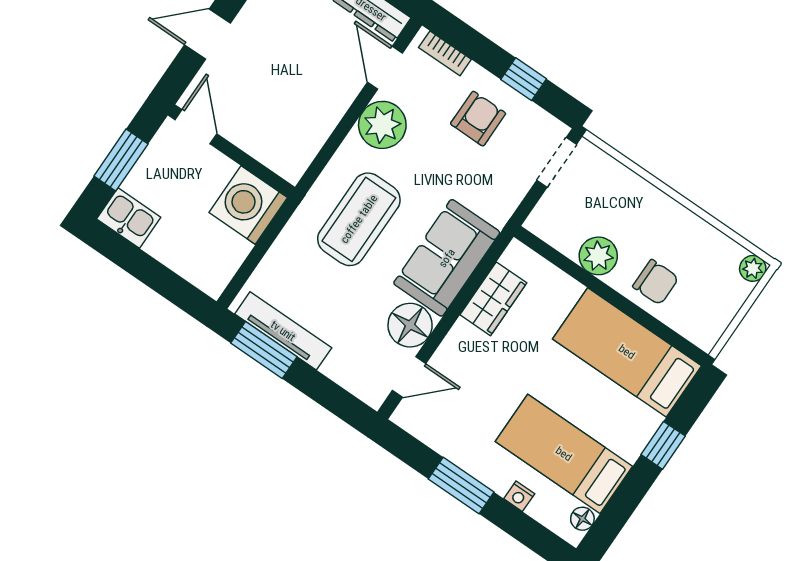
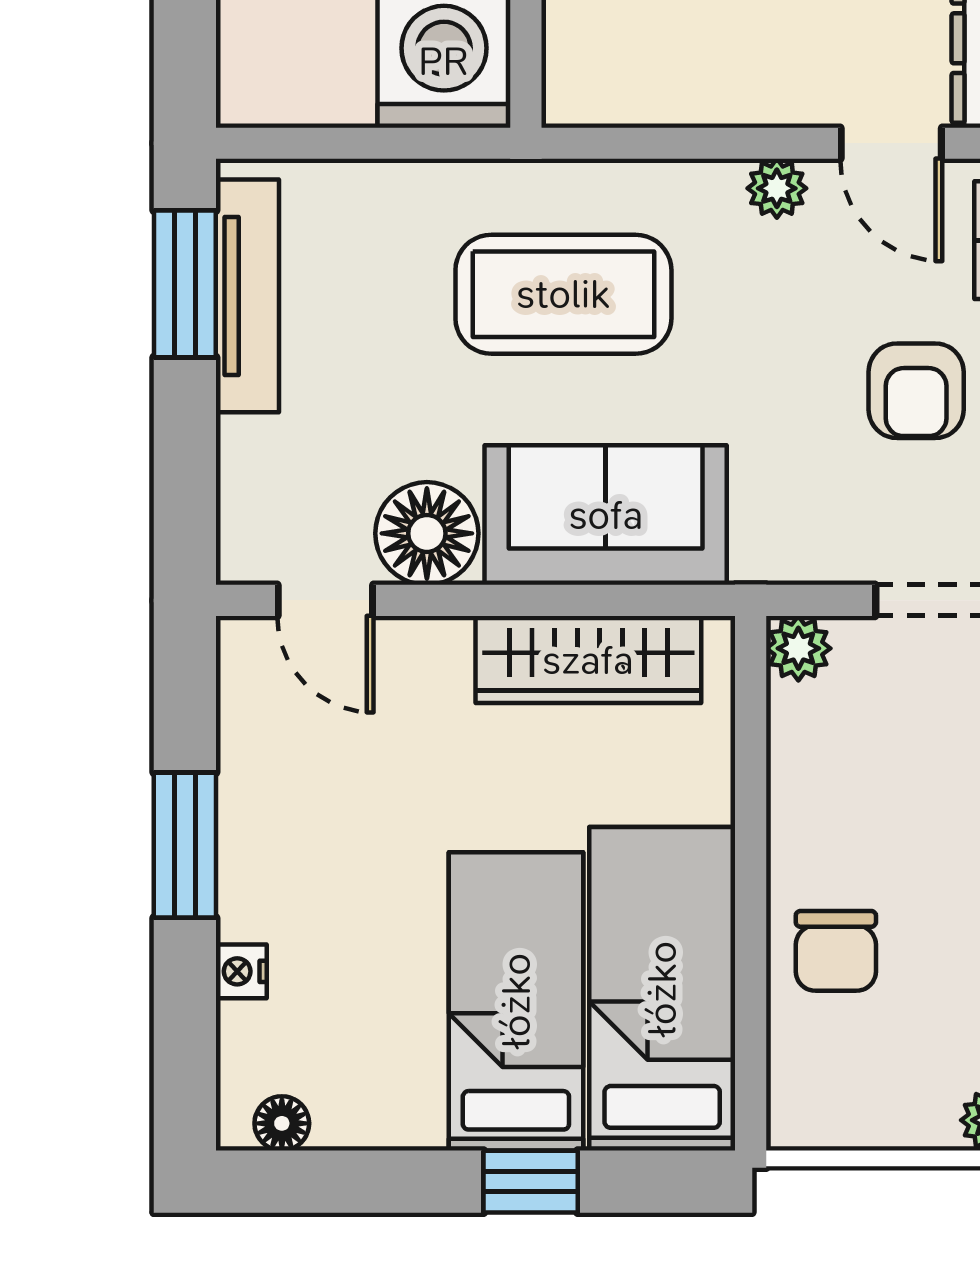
door: (385, 68) -> (891, 143), swing flipped
armchair: (478, 119) -> (916, 391), turned 90
plant: (382, 125) -> (777, 188), width x0.53, depth x0.53
plant: (598, 256) -> (798, 648), moved, width x0.73, depth x0.73
wardrobe: (493, 299) -> (588, 660), width x1.50
bed: (564, 454) -> (516, 1001), moved

